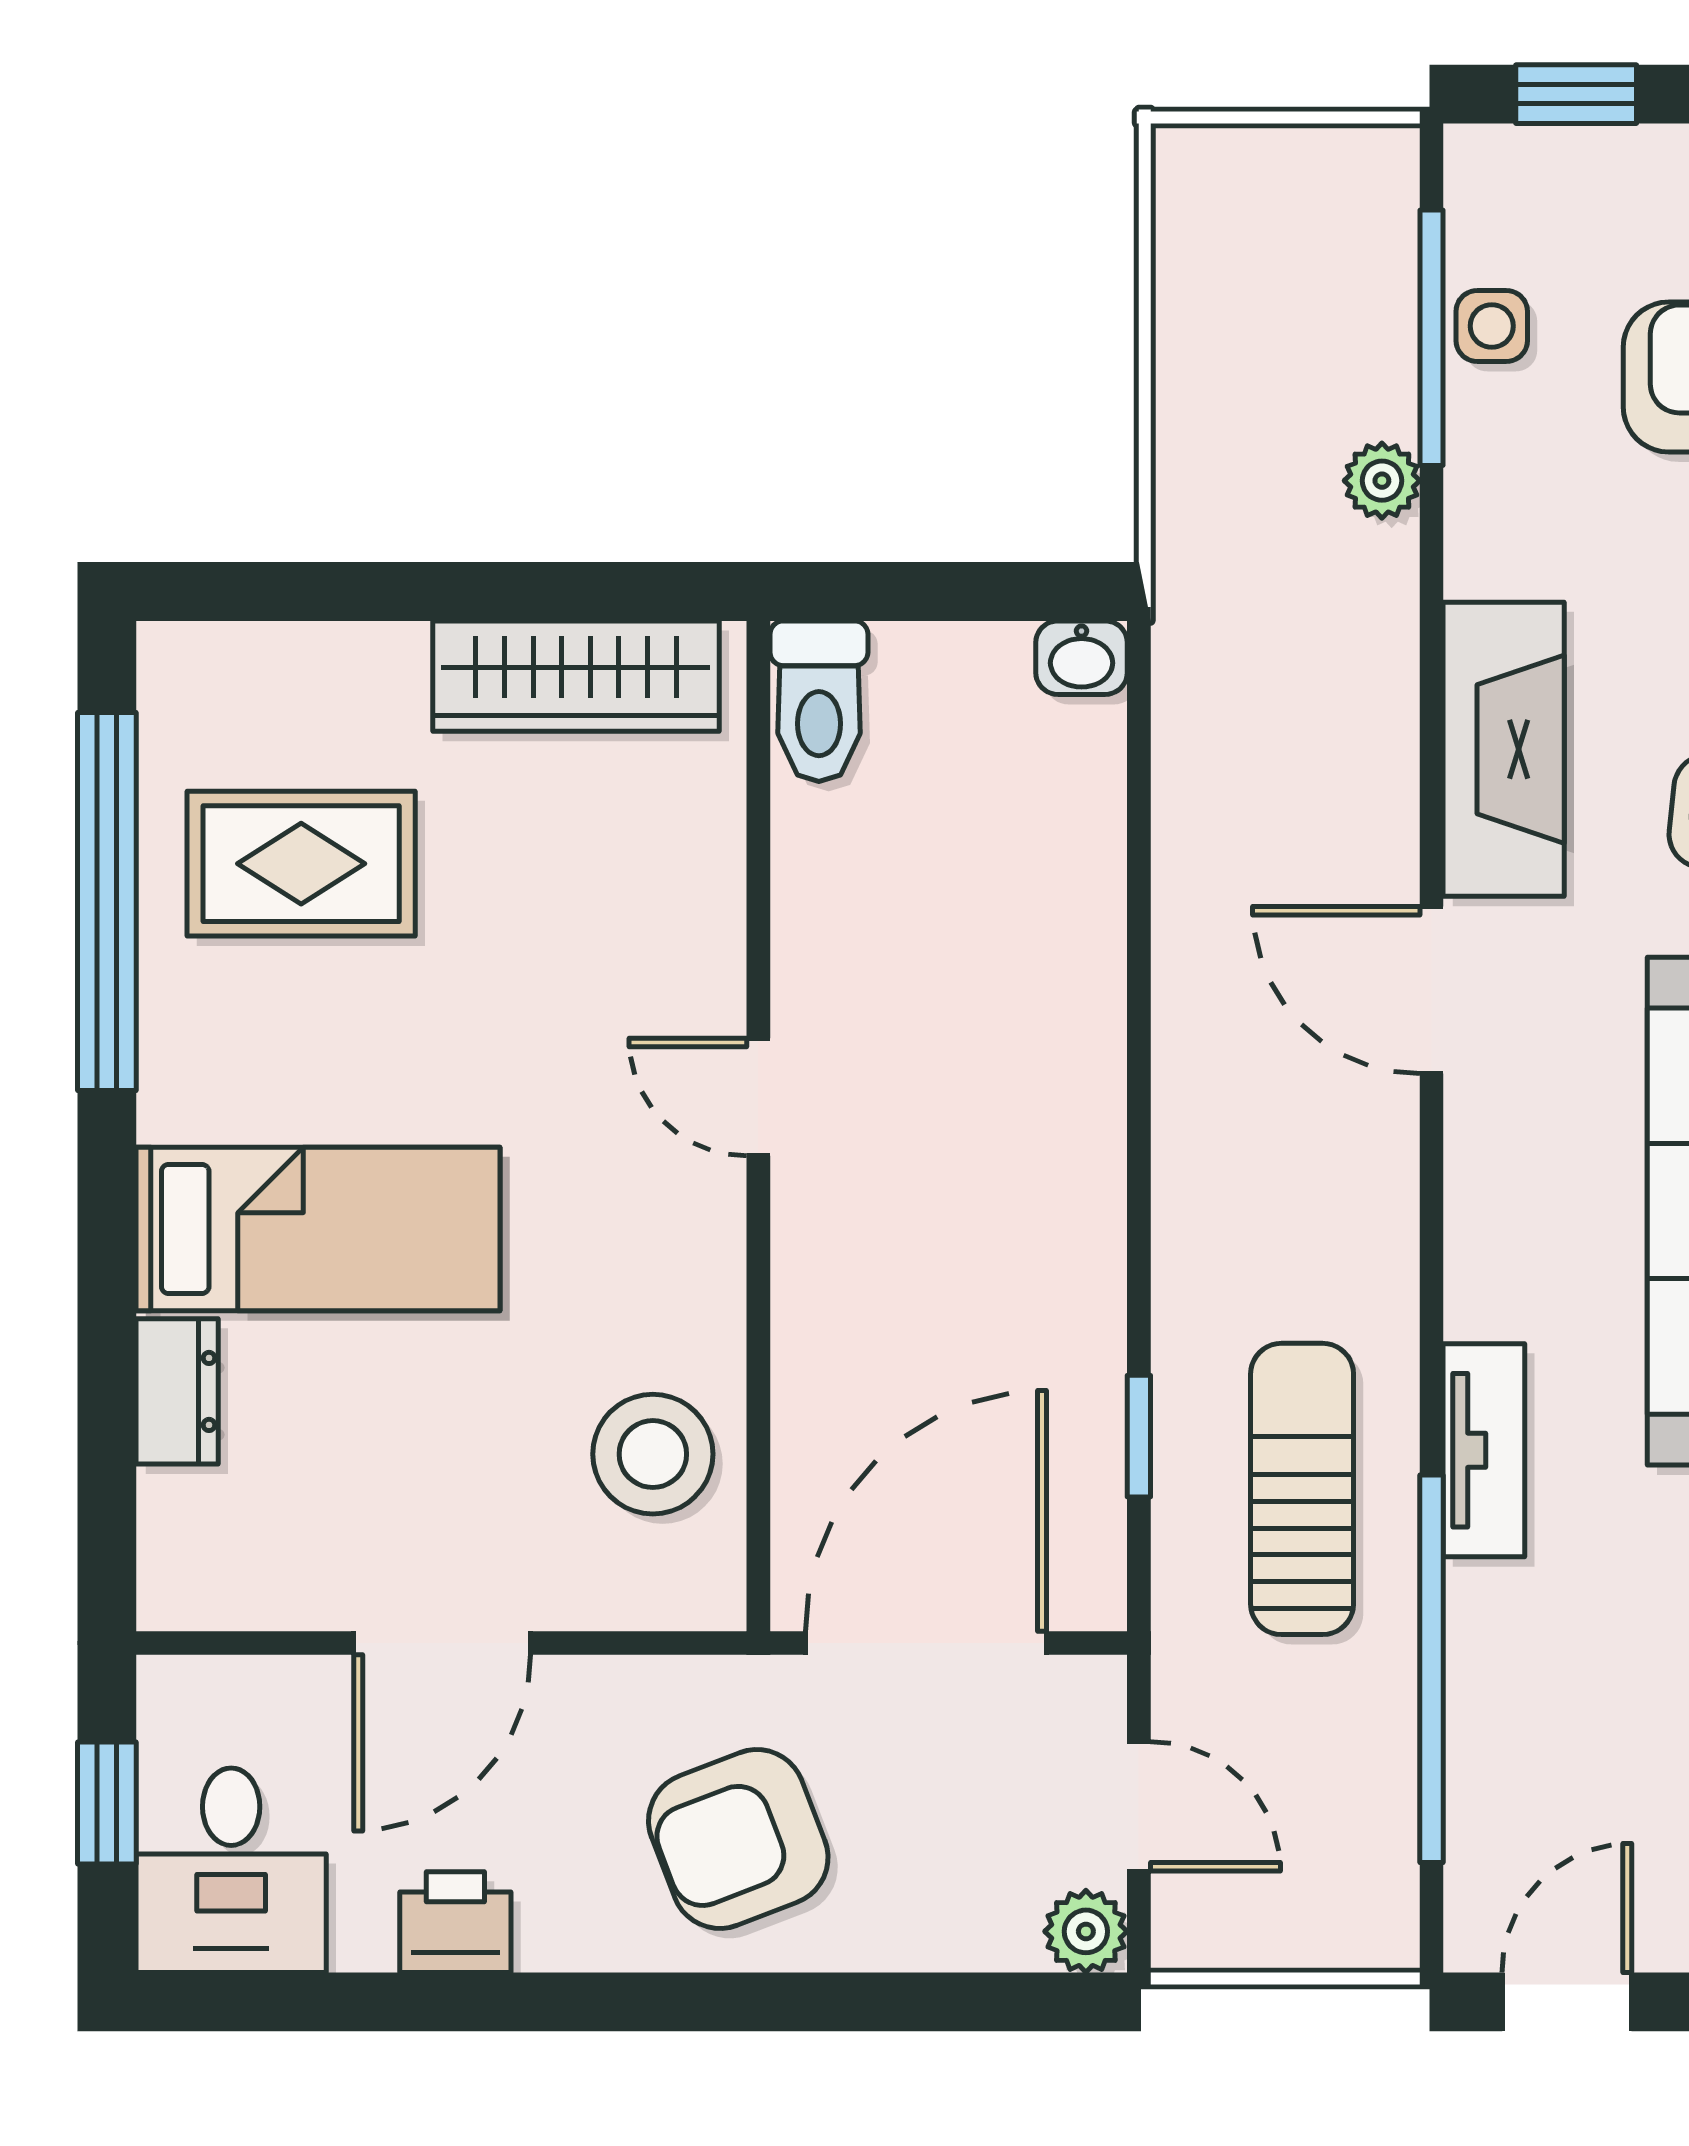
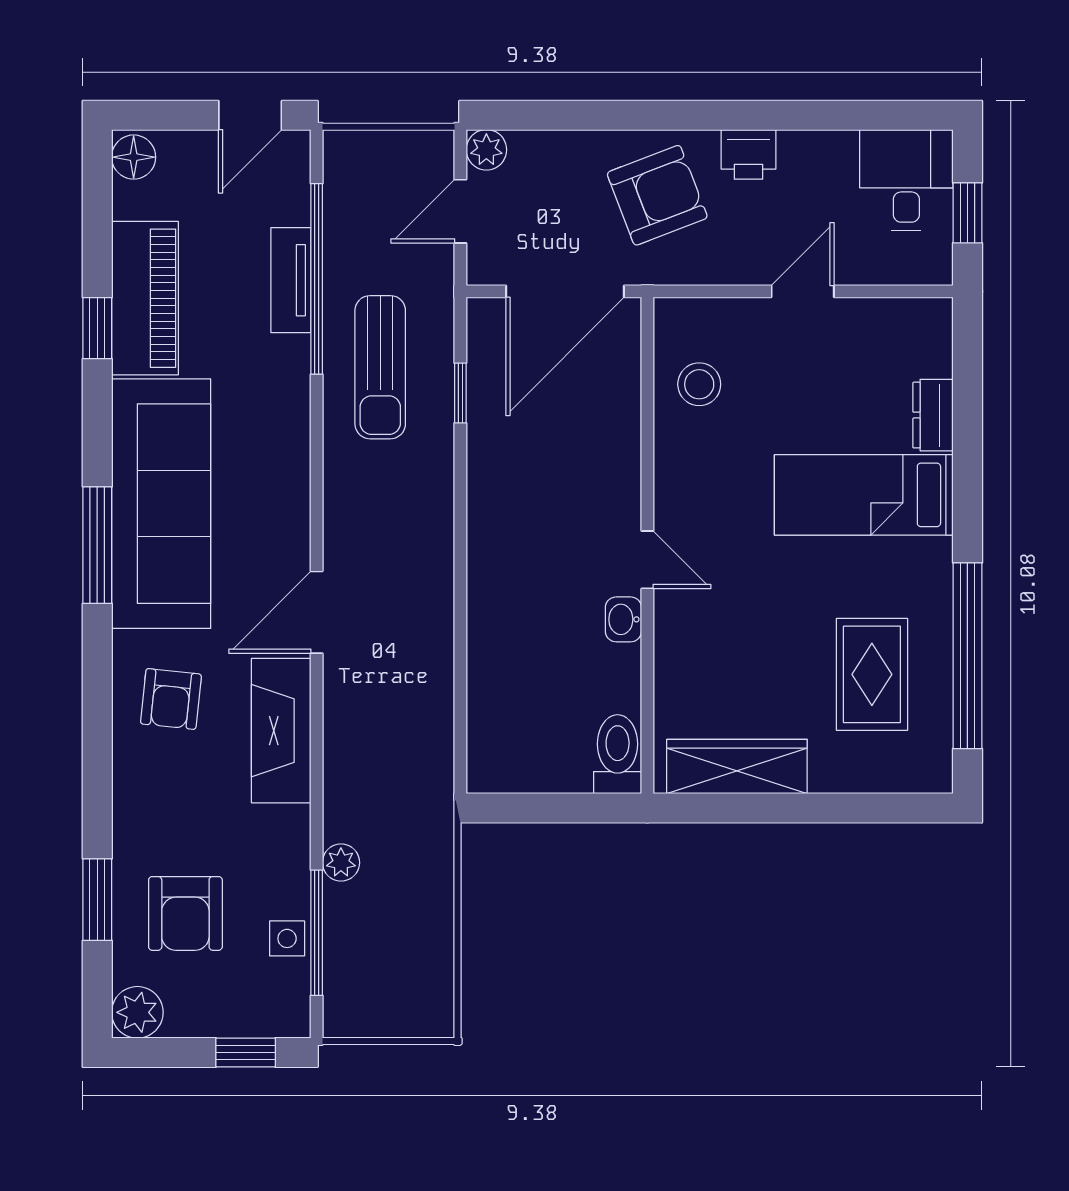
washbasin: (1082, 658) -> (623, 619), moved, turned -90
rug: (301, 864) -> (872, 674), turned 90
door: (1432, 990) -> (317, 612), swing flipped
tv unit: (1484, 1450) -> (291, 280), moved
stool: (653, 1454) -> (699, 384), width x0.73, depth x0.73
door: (442, 1643) -> (803, 291), width x0.73
door: (1139, 1806) -> (460, 211), hinge flipped
printer: (455, 1922) -> (748, 154), moved

